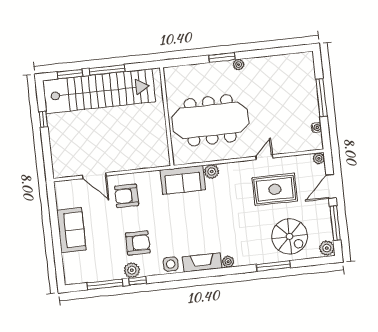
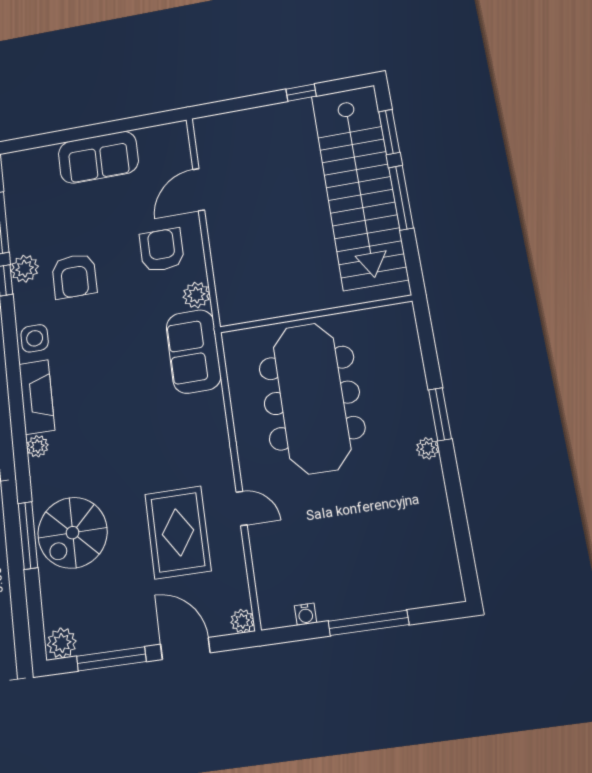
plant: (212, 171) -> (196, 295), moved
spiral stairs: (290, 236) -> (73, 533), moved

